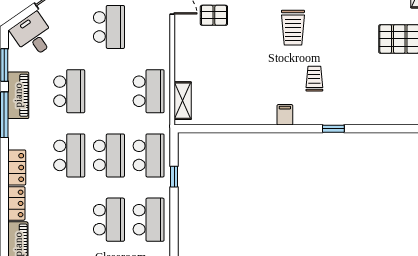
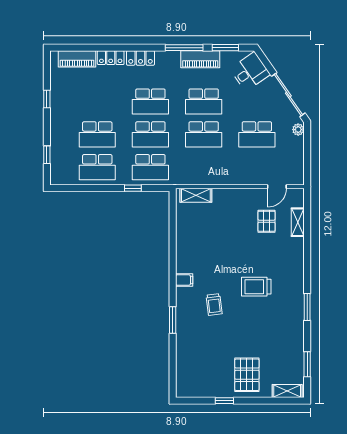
trolley: (314, 79) -> (214, 304), turned 83
school desk: (149, 91) -> (204, 134), moved
window: (333, 129) -> (173, 320), width x1.50

